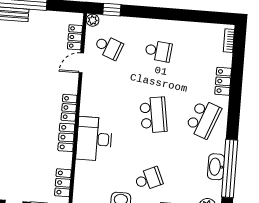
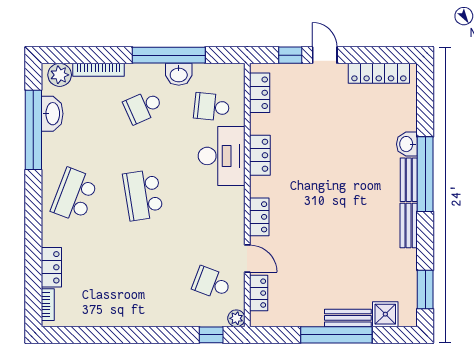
school desk: (158, 51) -> (212, 107), moved
door: (81, 63) -> (247, 259), hinge flipped
locker: (223, 81) -> (51, 267), moved
locker: (69, 108) -> (259, 217), moved
washbasin: (216, 167) -> (52, 114), moved

